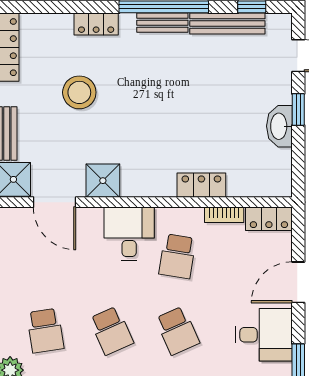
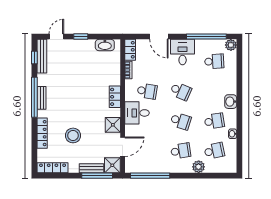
locker: (96, 24) -> (42, 133), width x1.53
bench: (227, 24) -> (42, 56), moved
washbasin: (279, 126) -> (105, 45), moved
locker: (201, 185) -> (115, 97), moved
school desk: (111, 331) -> (181, 121), turned 42
school desk: (177, 331) -> (181, 91), turned 48

